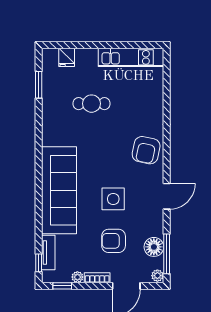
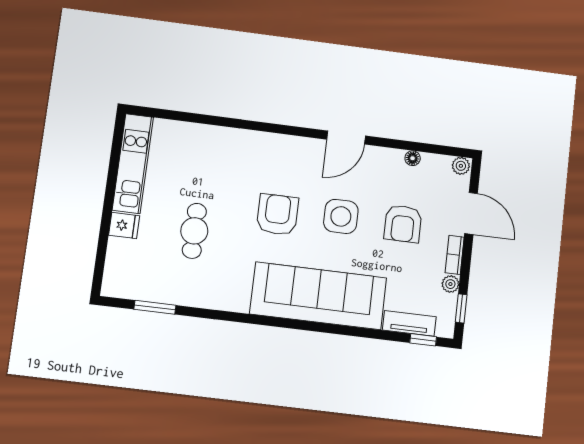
fridge: (67, 57) -> (124, 225), moved
armchair: (146, 150) -> (277, 215), moved, turned -102
door: (167, 196) -> (346, 138), swing flipped
floor lamp: (154, 247) -> (413, 158), width x0.53, depth x0.53
window: (167, 254) -> (431, 148), removed

